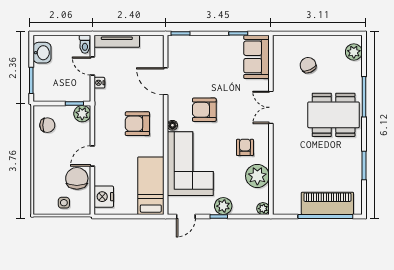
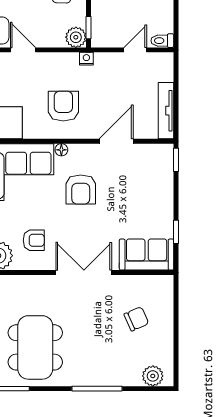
tv unit: (117, 41) -> (166, 111), moved
nightstand: (99, 83) -> (86, 59), moved
double door: (271, 107) -> (84, 273), width x1.37
armchair: (204, 110) -> (81, 189), turned 180
dining table: (334, 115) -> (35, 347), moved

